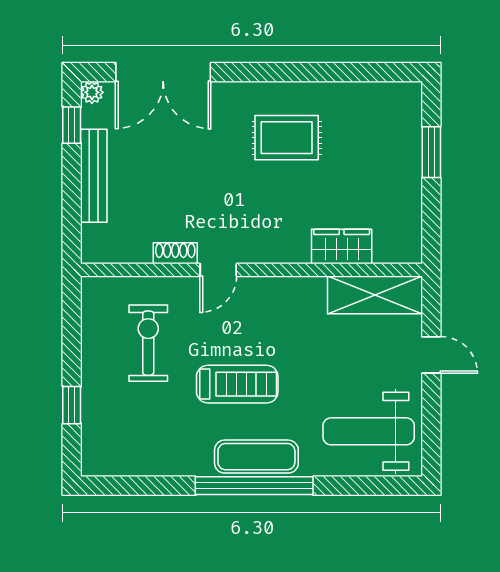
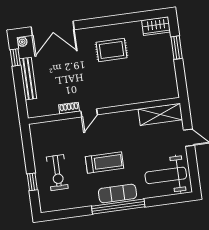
wardrobe: (342, 246) -> (156, 26), moved, turned 180
exercise bike: (148, 343) -> (57, 173), moved, turned 180

